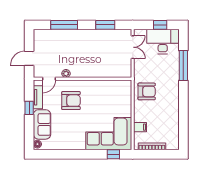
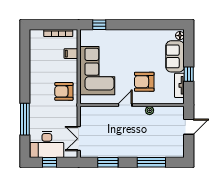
door: (49, 79) -> (125, 105), moved
corner sofa: (109, 134) -> (97, 71), moved, turned -90

